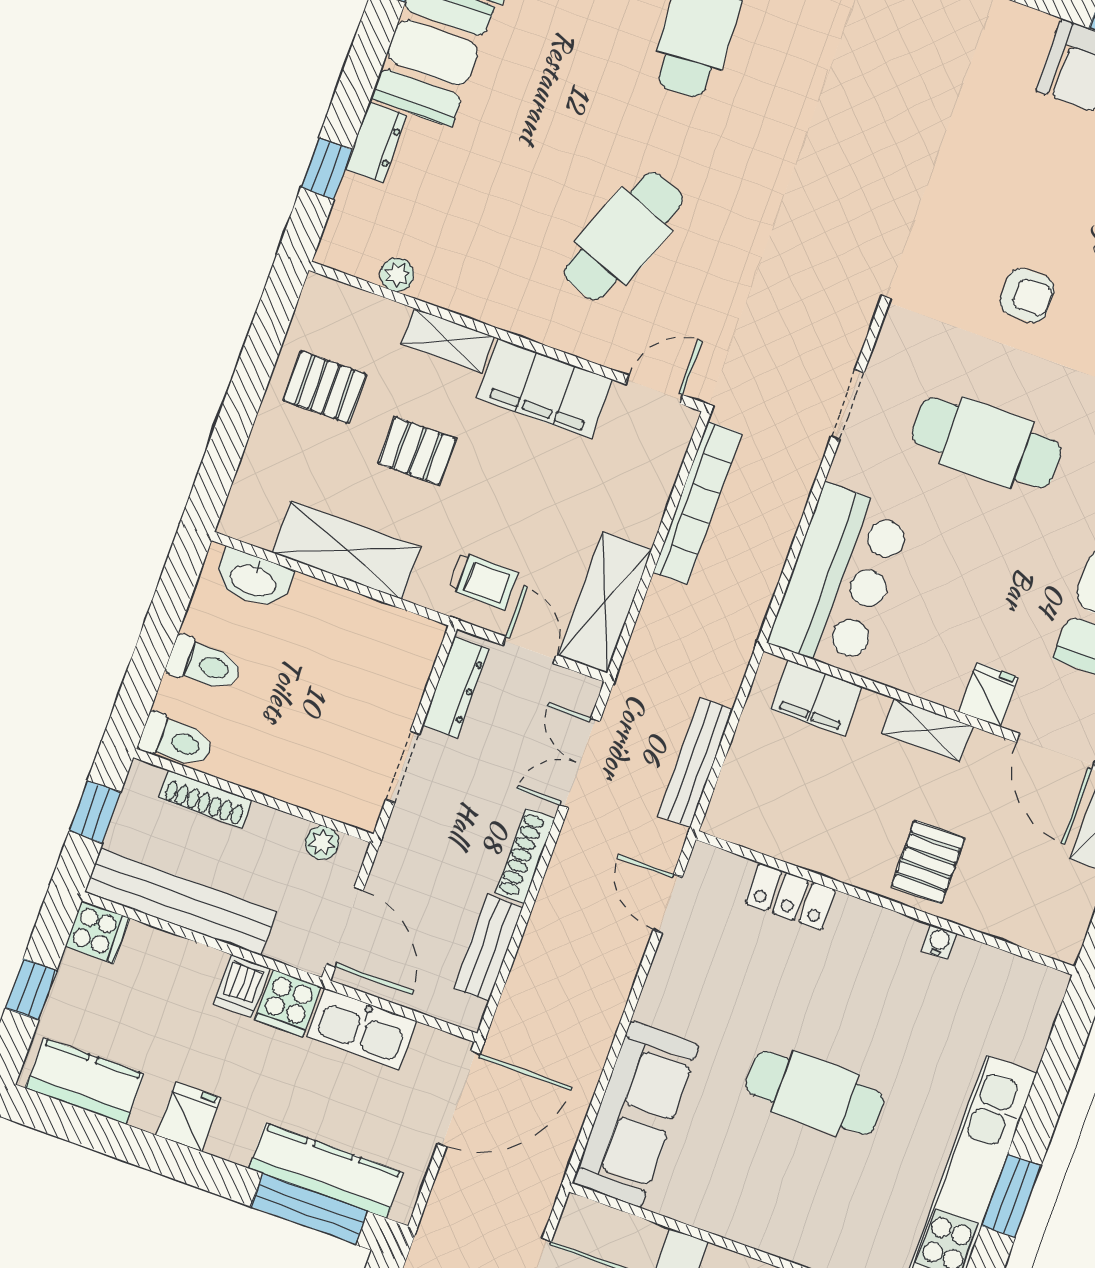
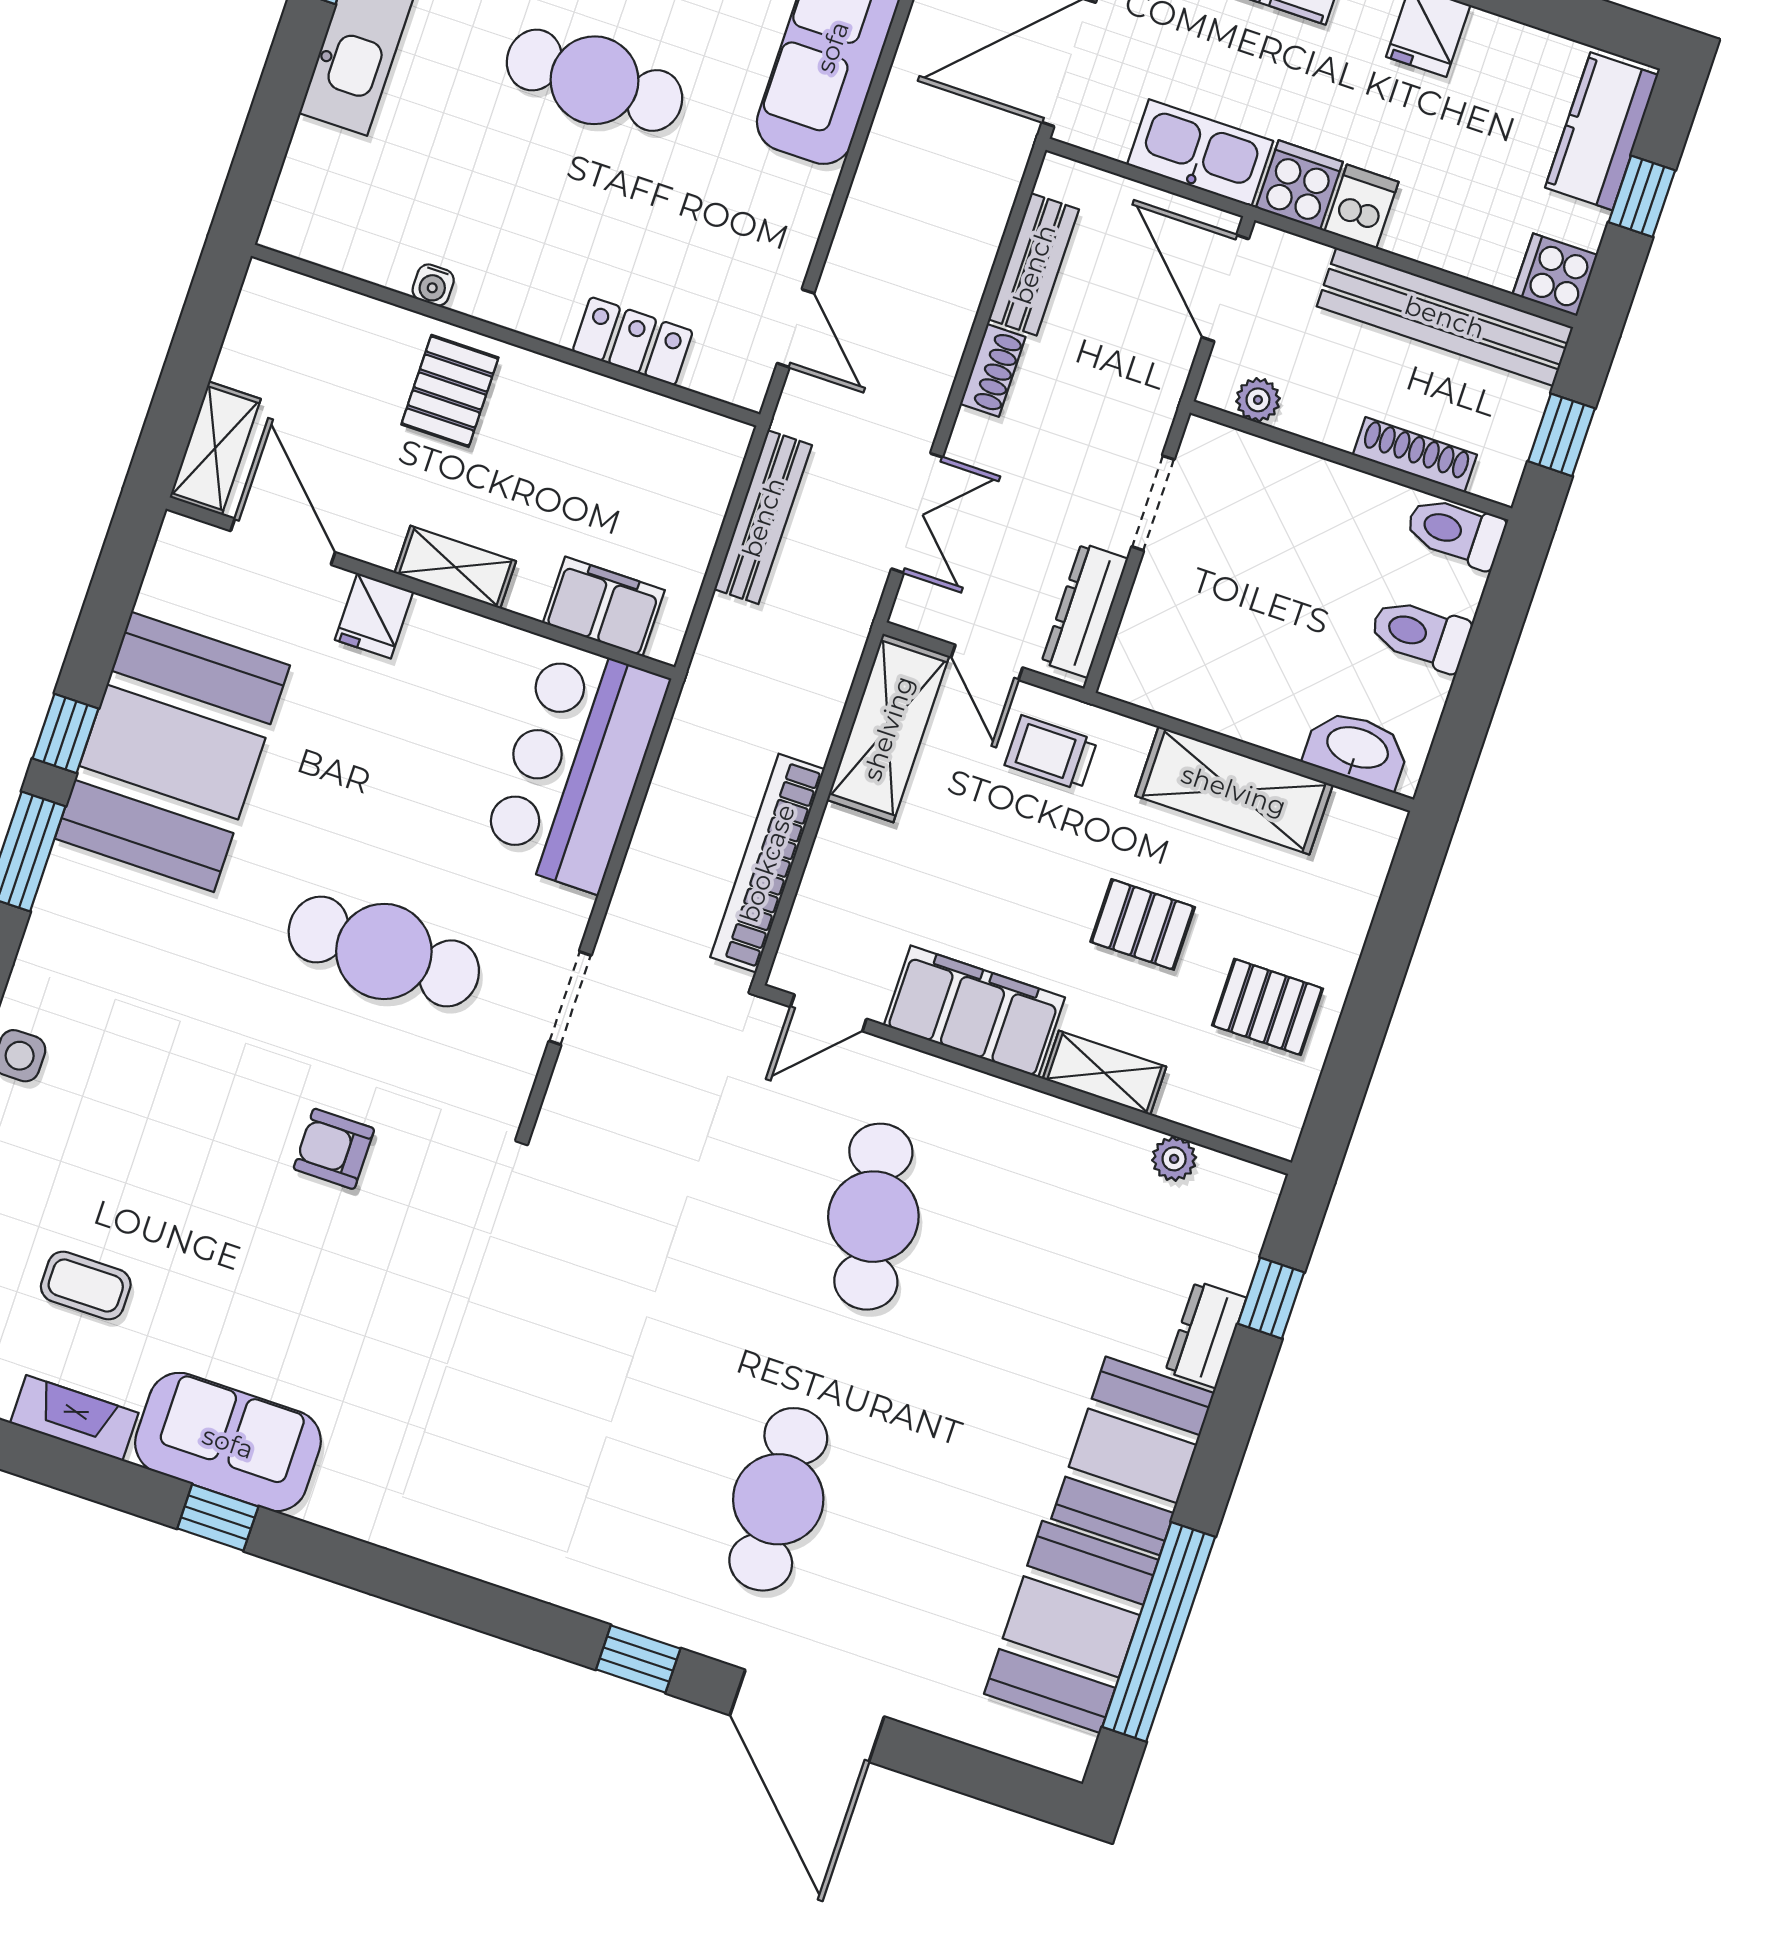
cafe table: (623, 236) -> (873, 1217), turned -33
shoe rack: (525, 856) -> (993, 370), width x0.70
kitchen counter: (85, 1081) -> (1602, 131), moved, turned 90

